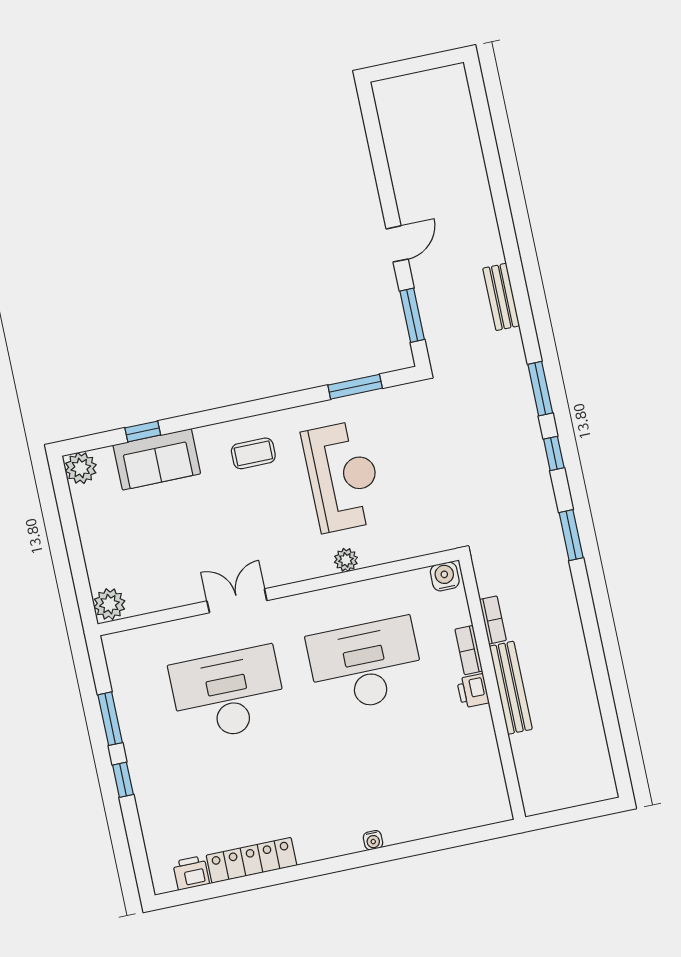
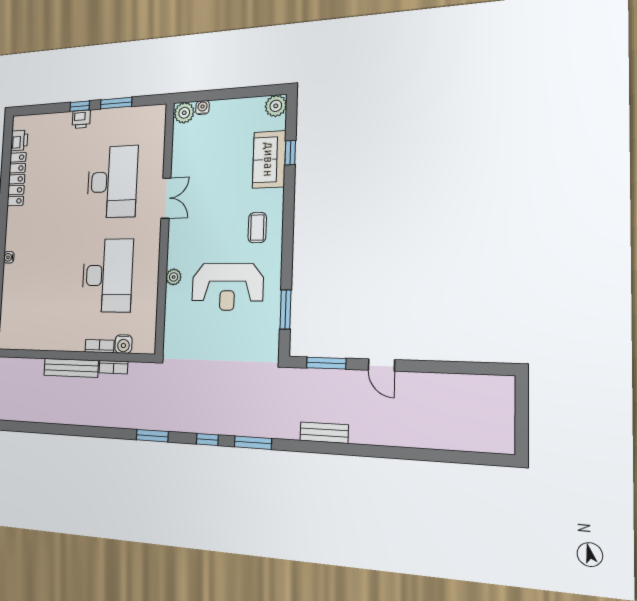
water cooler: (445, 576) -> (123, 344), moved, turned 90
water cooler: (98, 578) -> (202, 108), added
printer: (473, 691) -> (81, 119), moved, turned 180

